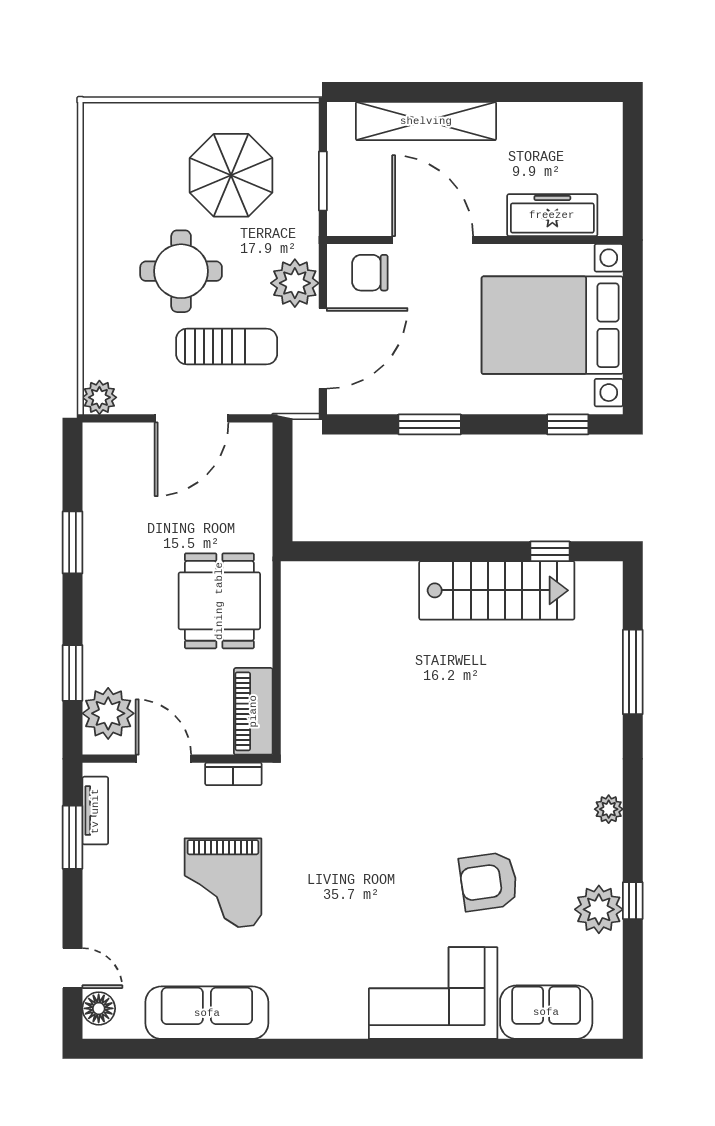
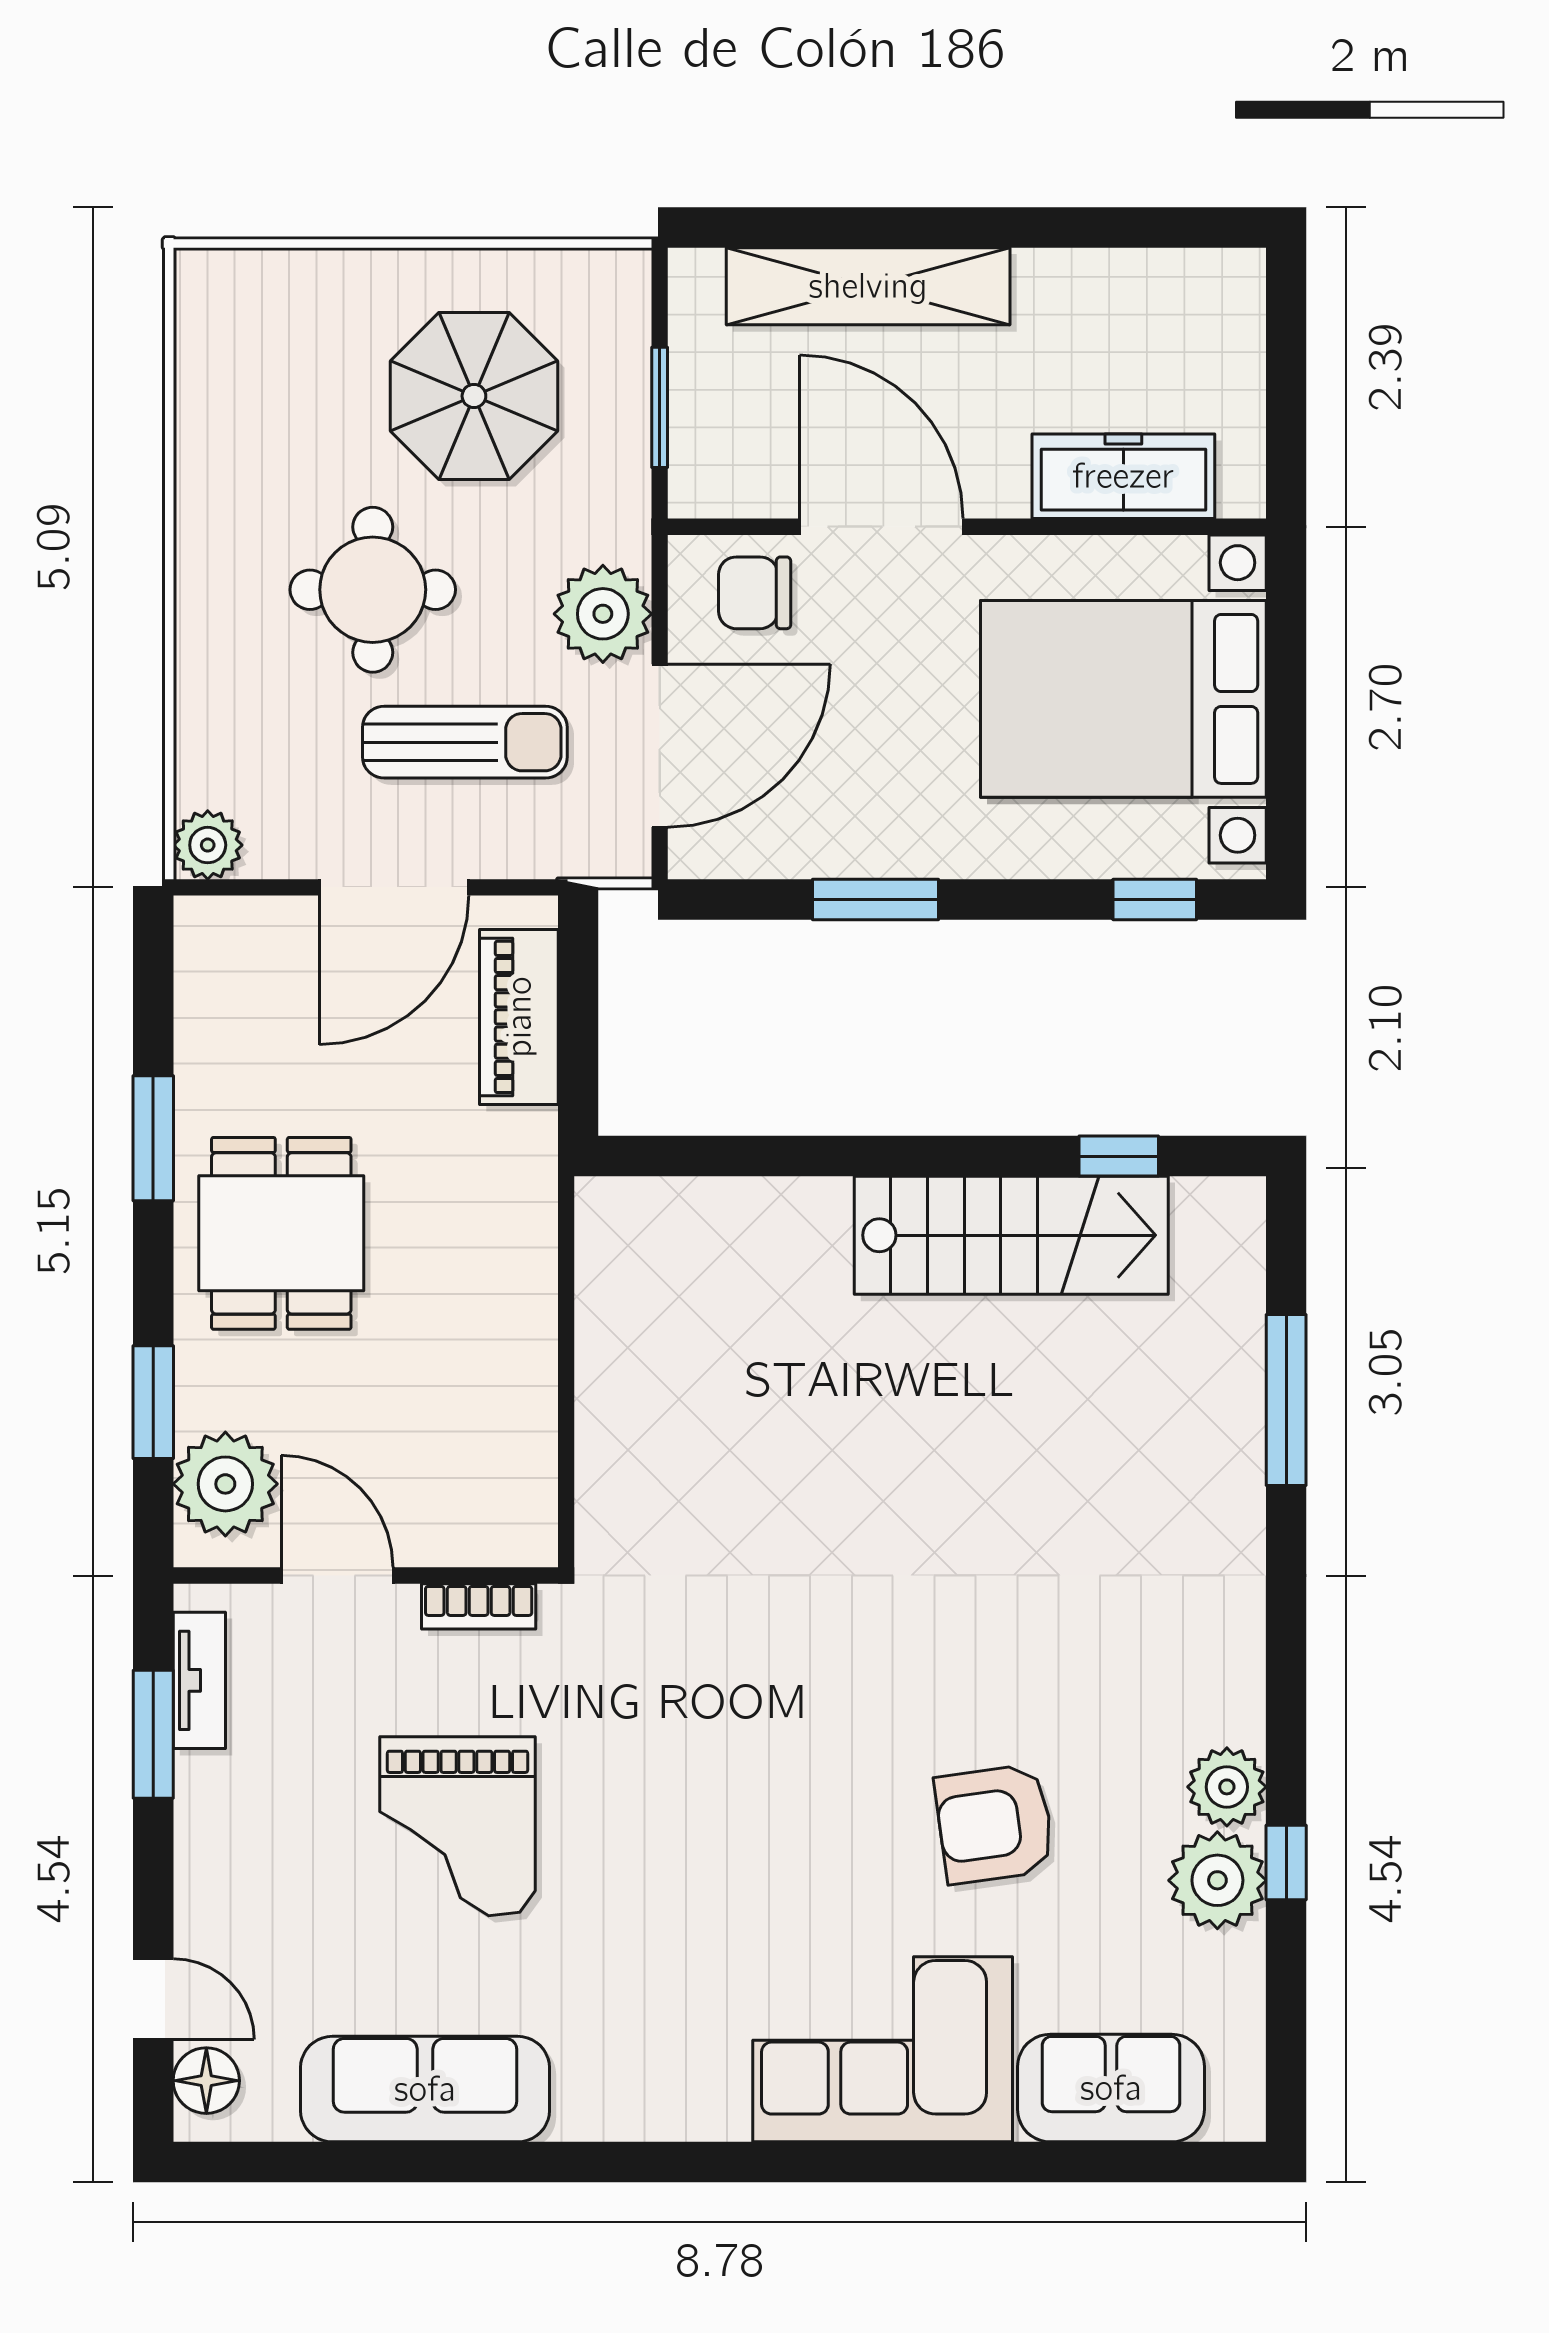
dining table: (219, 601) -> (281, 1233), moved
piano: (253, 711) -> (519, 1017), moved
plant: (609, 809) -> (1227, 1787), moved, width x1.38, depth x1.38

